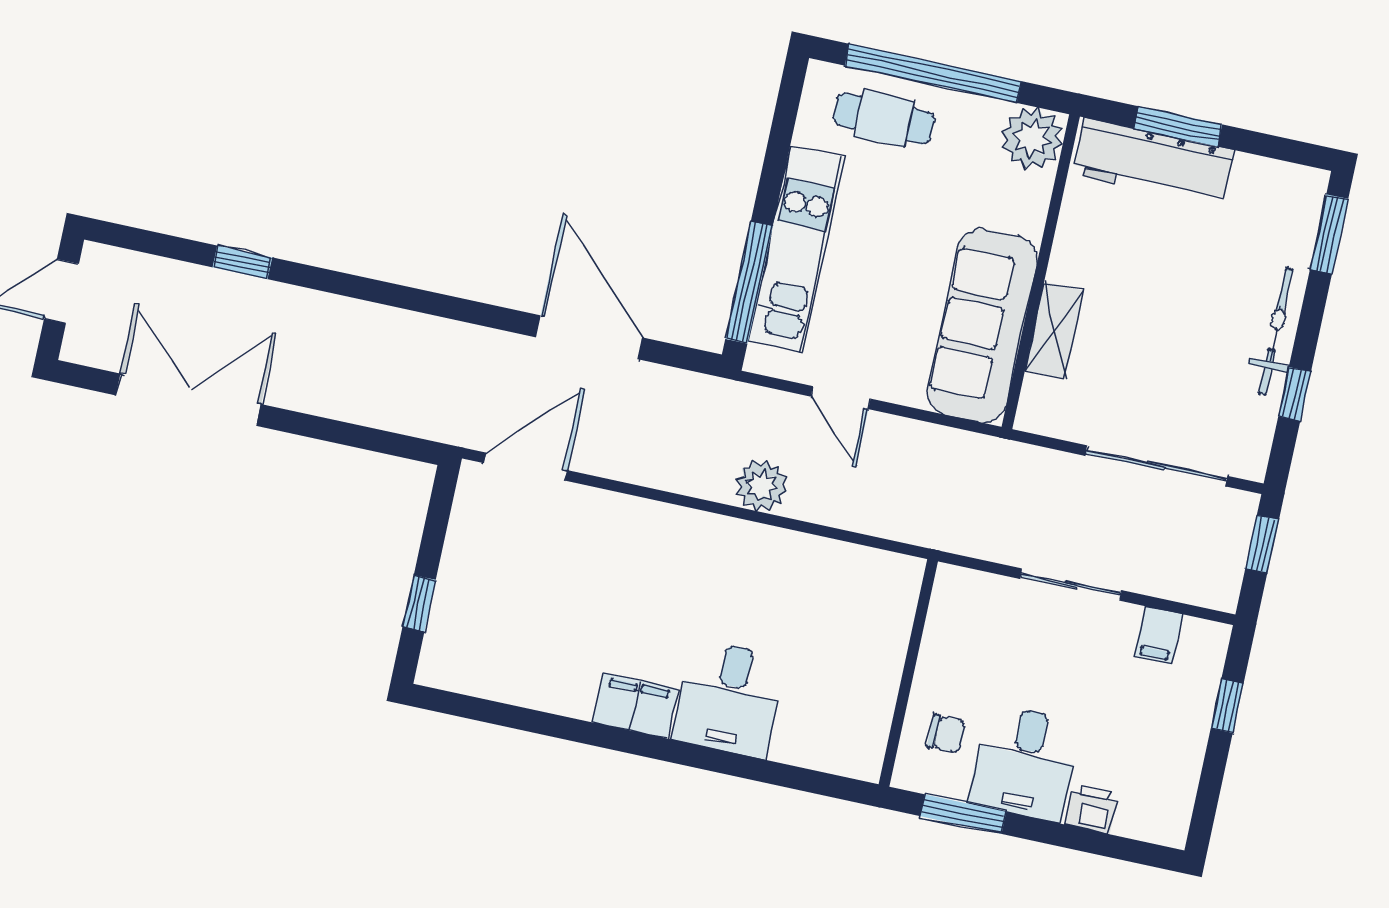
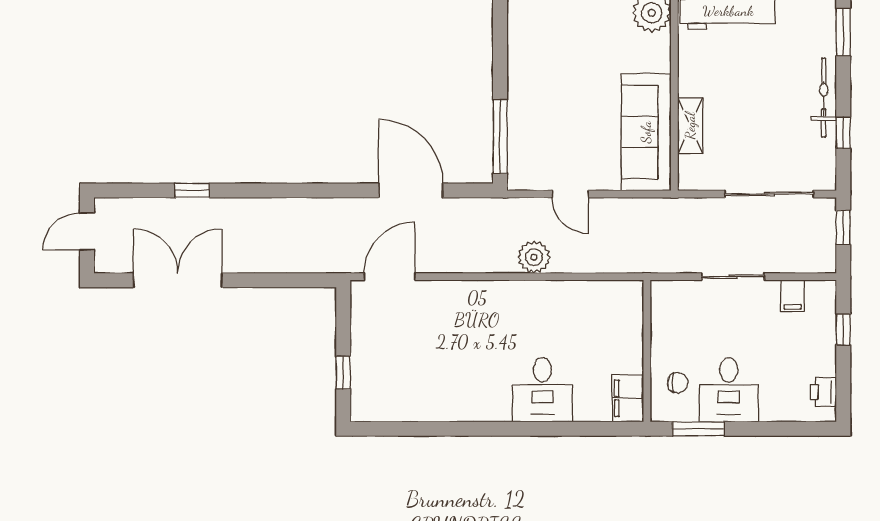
cafe table: (884, 119) -> (560, 20), removed
kitchen unit: (797, 249) -> (524, 110), removed
filing cabinet: (635, 706) -> (628, 398), moved, turned -90
printer: (1091, 809) -> (823, 392), moved, turned -90

